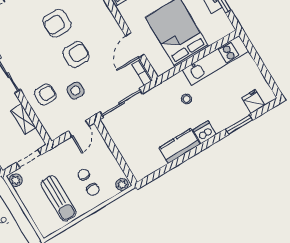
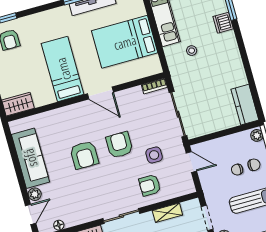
door: (135, 45) -> (100, 93), moved
armchair: (45, 95) -> (150, 185), turned -90
dishwasher: (205, 132) -> (223, 23), moved
kitchen counter: (179, 146) -> (245, 105), moved

